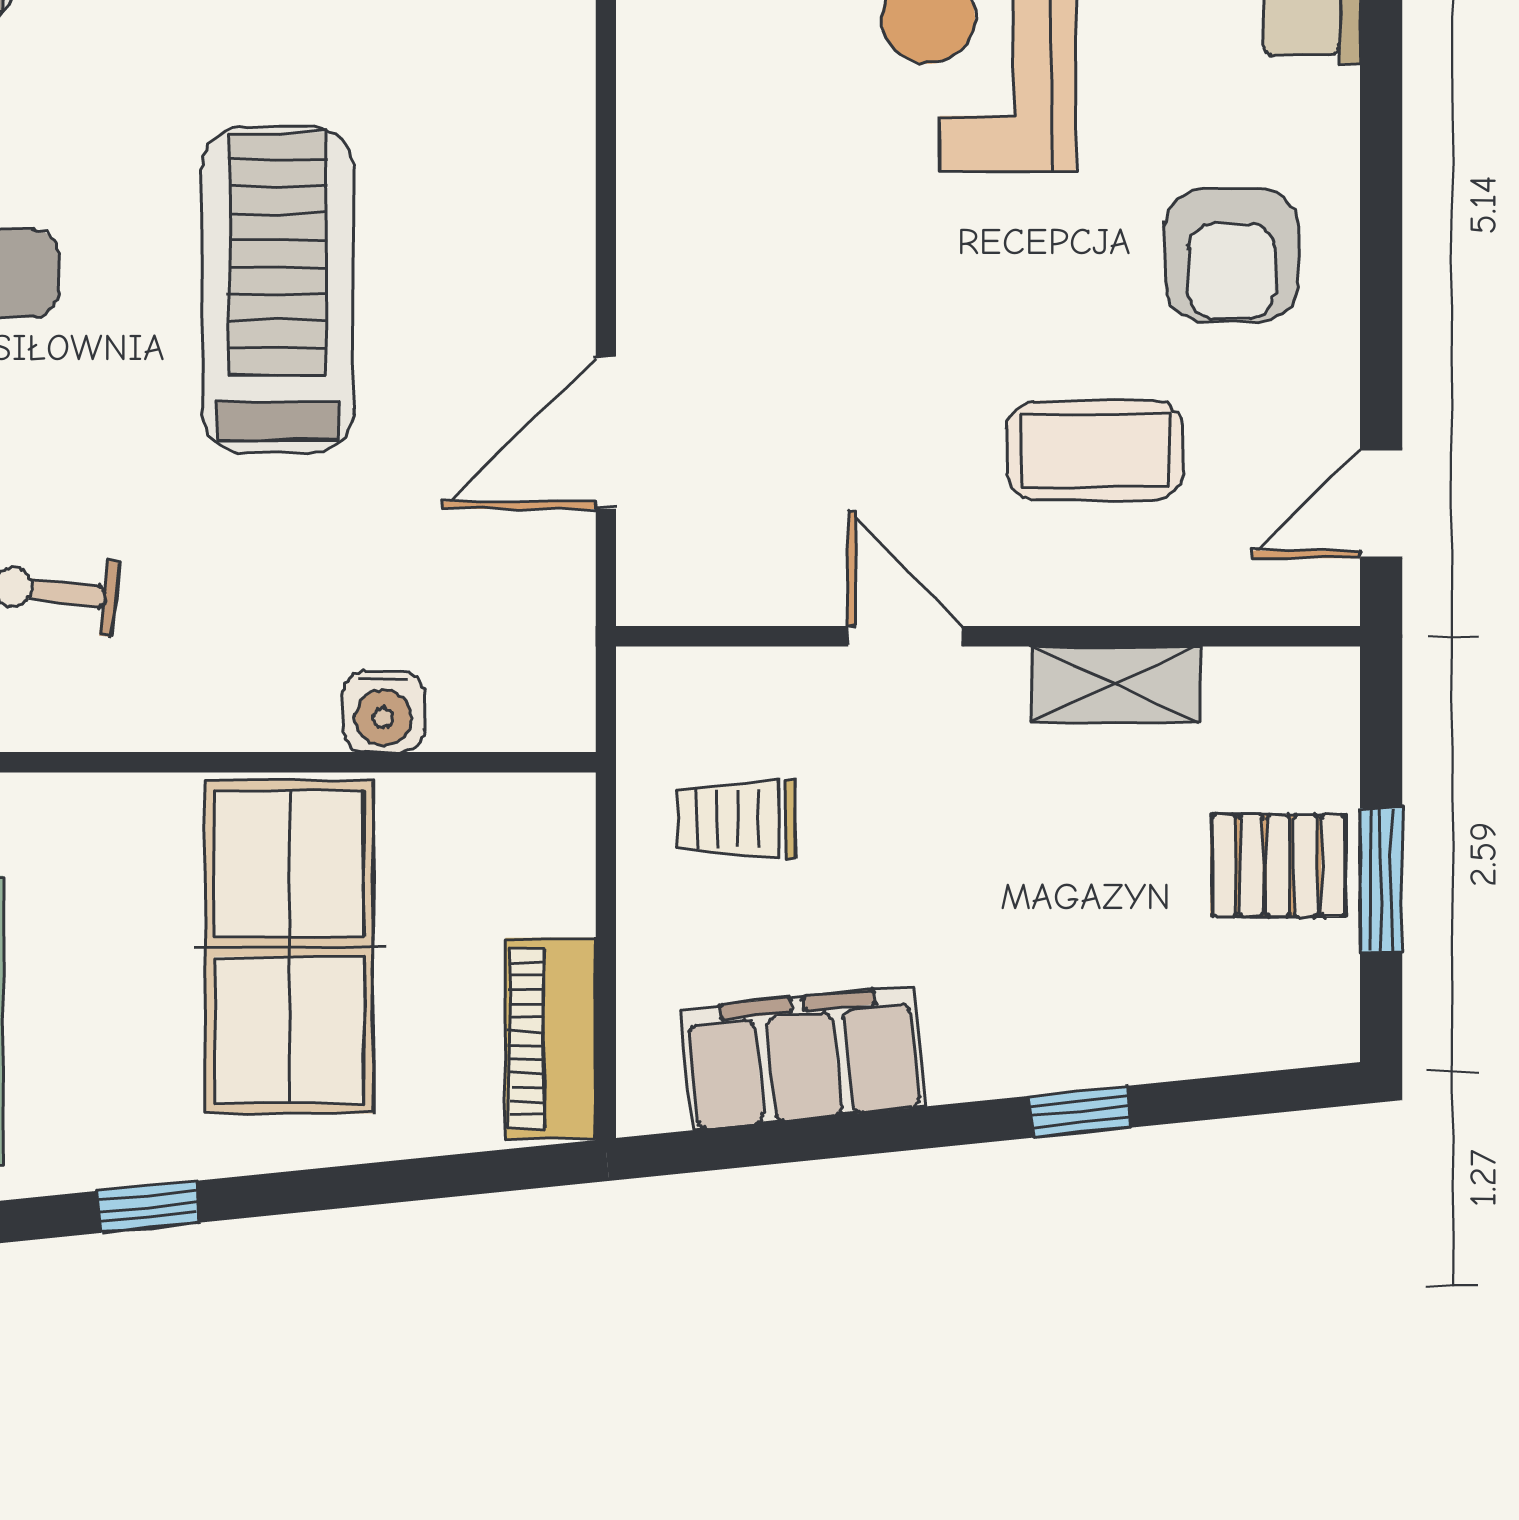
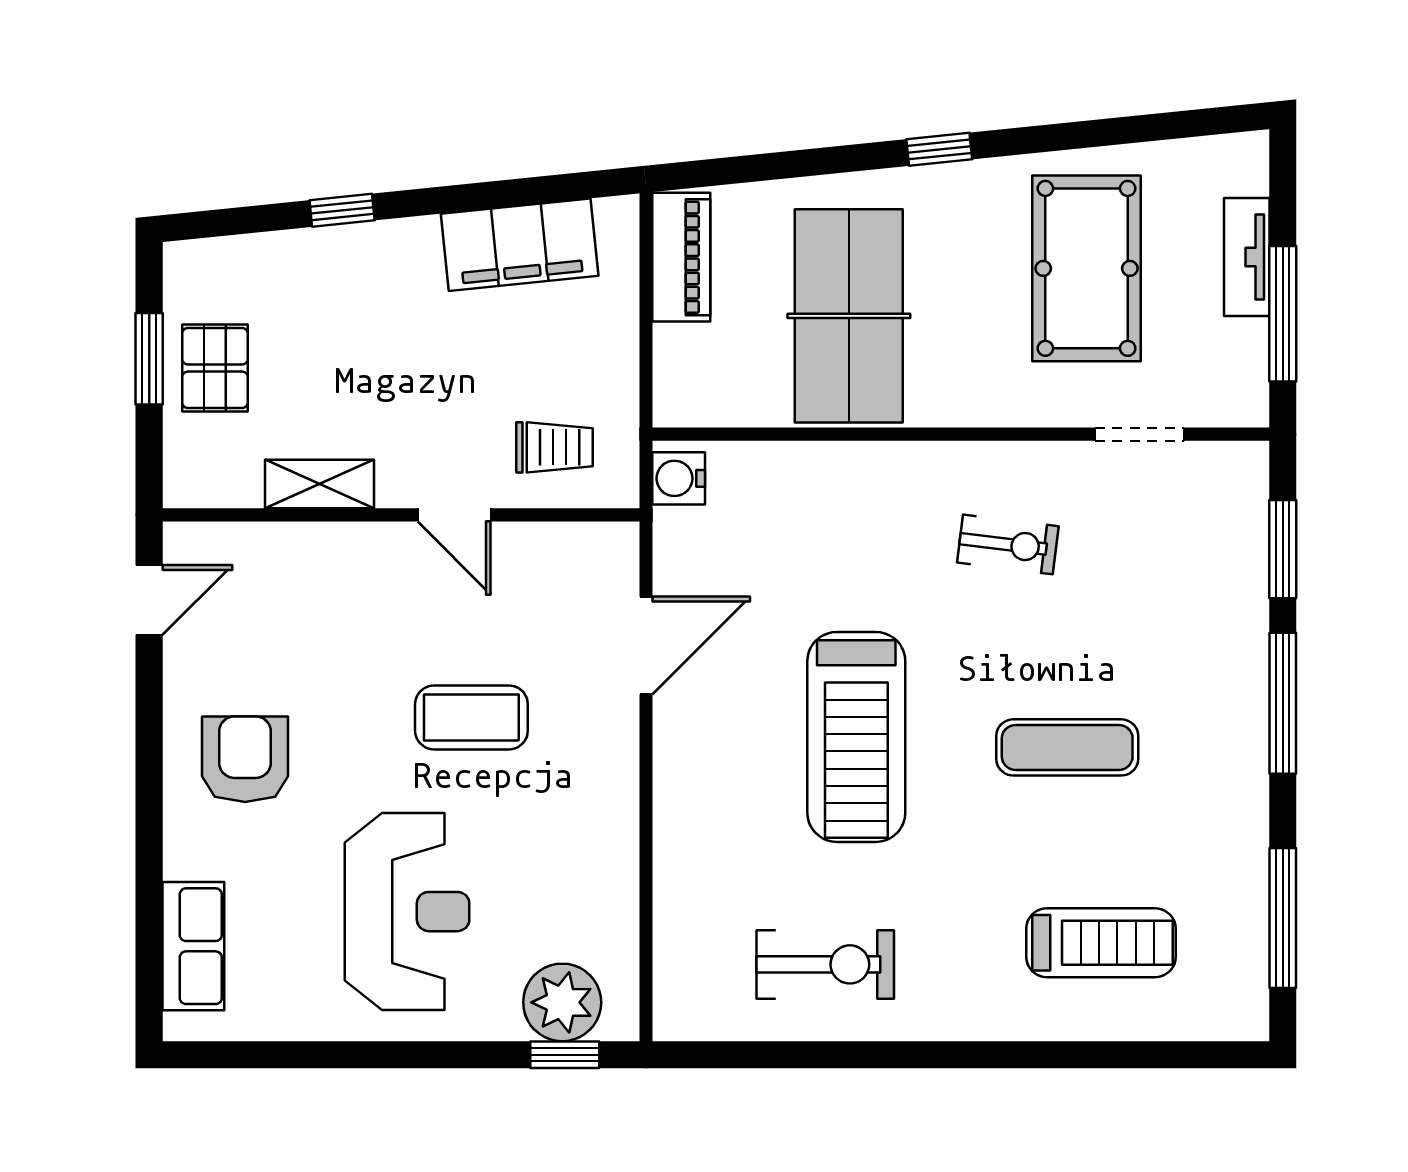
coffee table: (1095, 450) -> (471, 717), moved
water cooler: (383, 711) -> (679, 478), moved, turned -90
trolley: (736, 819) -> (554, 447), moved
pallet: (1278, 866) -> (215, 368), turned 90

